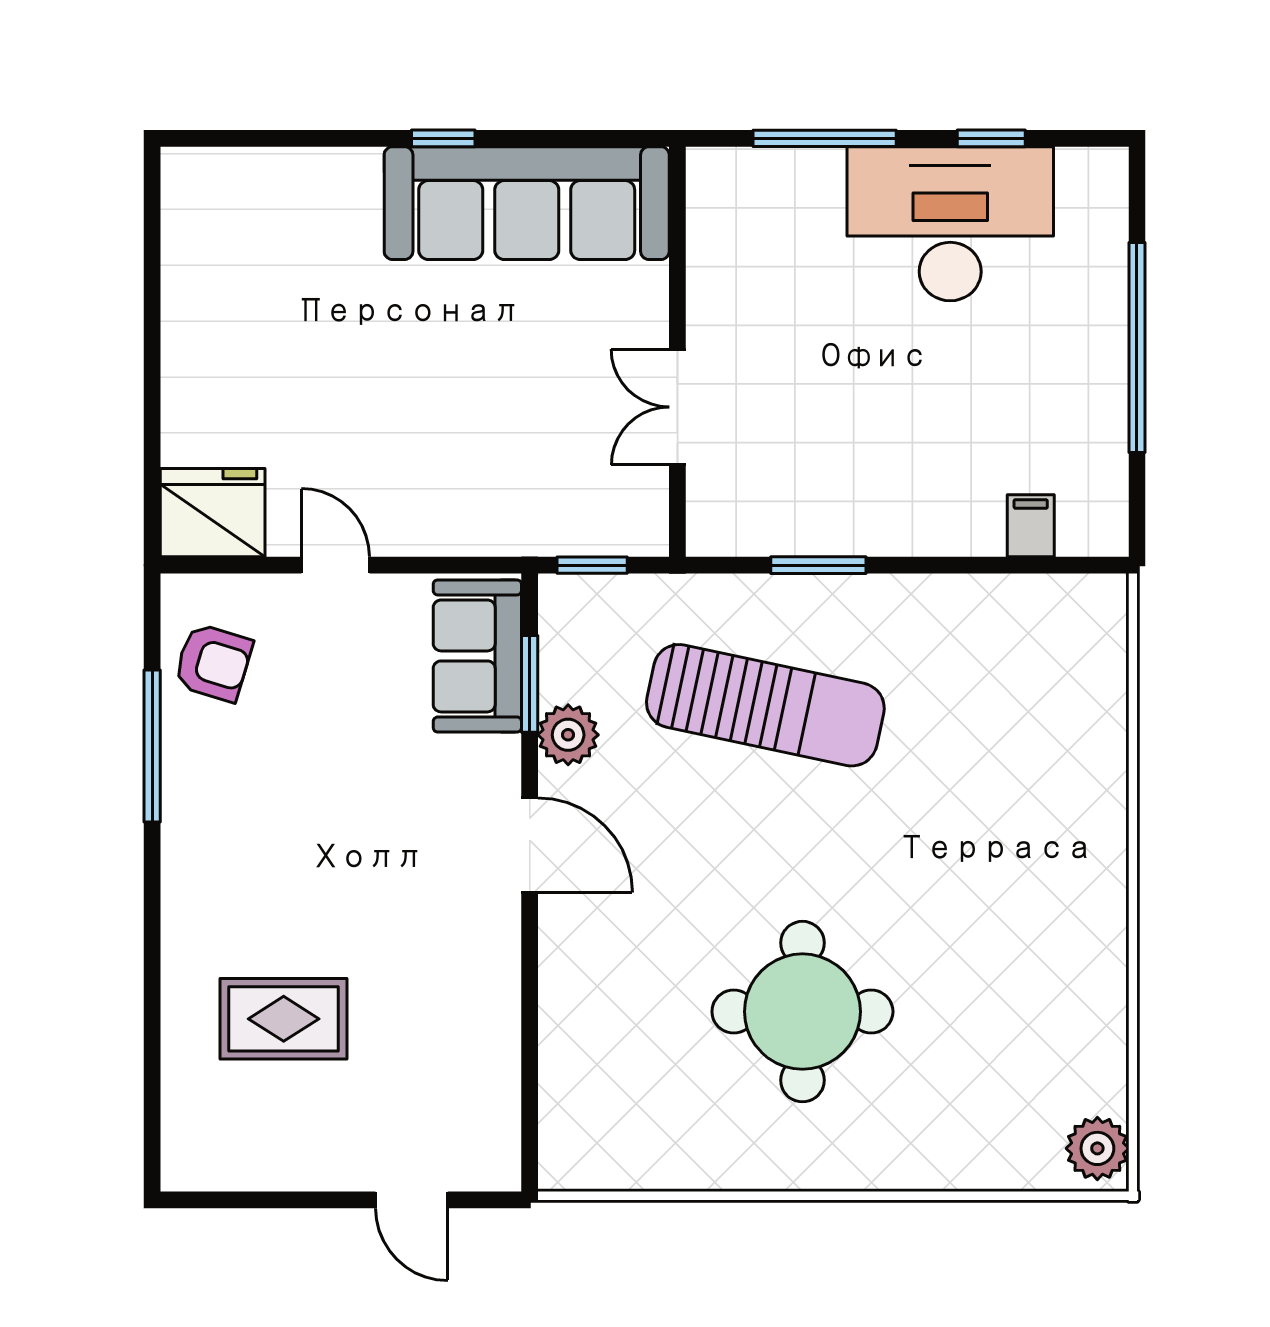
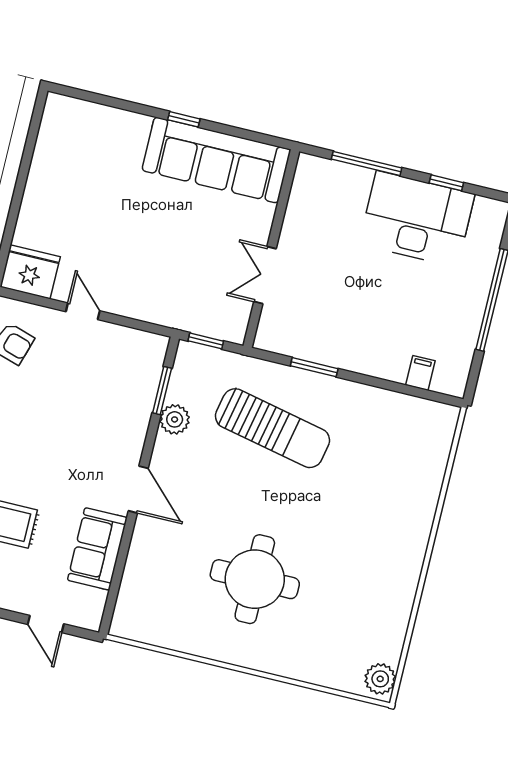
sofa: (477, 656) -> (97, 549), moved
door: (530, 845) -> (138, 489), moved

